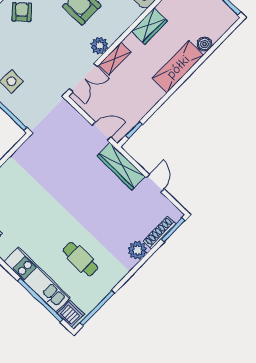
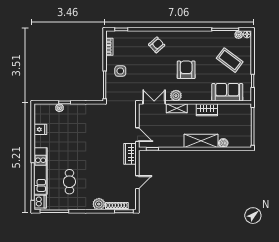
double door: (83, 78) -> (154, 102), swing flipped
wardrobe: (121, 166) -> (130, 154), width x0.67

